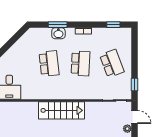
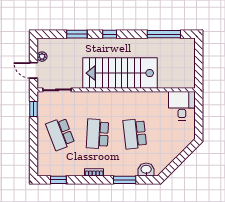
washbasin: (58, 33) -> (146, 170), moved
stairs: (61, 110) -> (120, 73), width x1.36, depth x1.51

